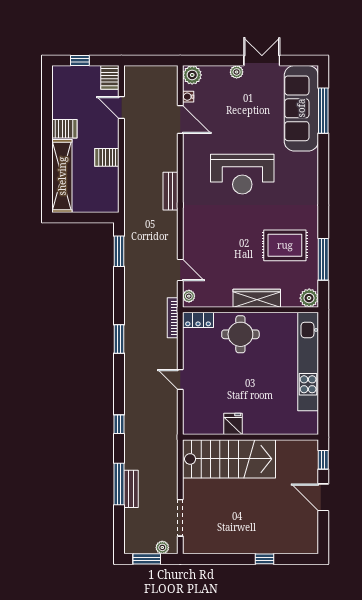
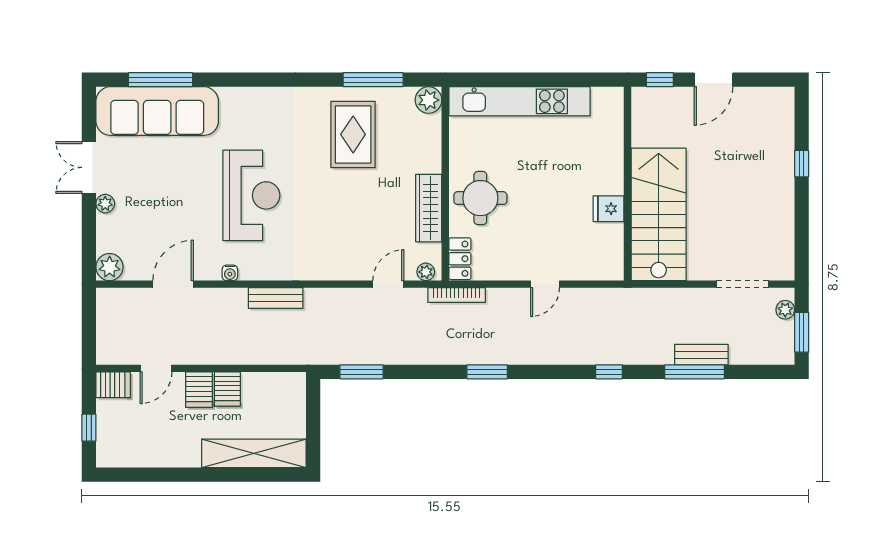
water cooler: (188, 97) -> (230, 273), moved
server rack: (64, 129) -> (199, 390), moved, turned 180
wardrobe: (257, 298) -> (429, 208), moved

